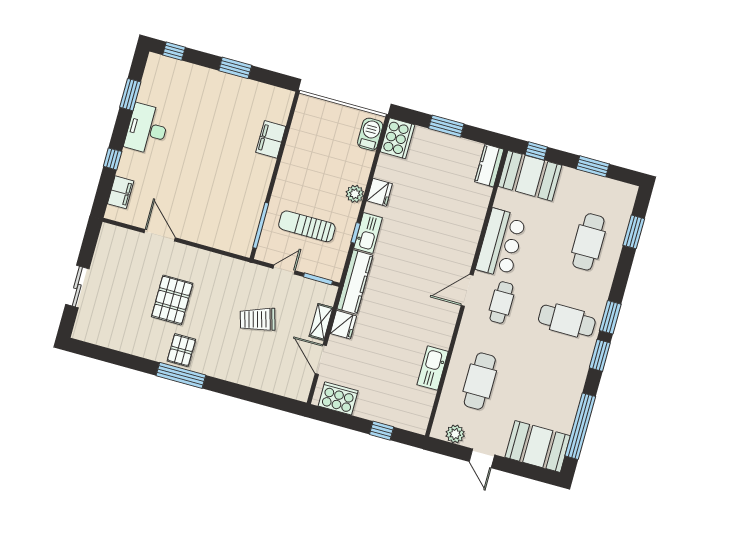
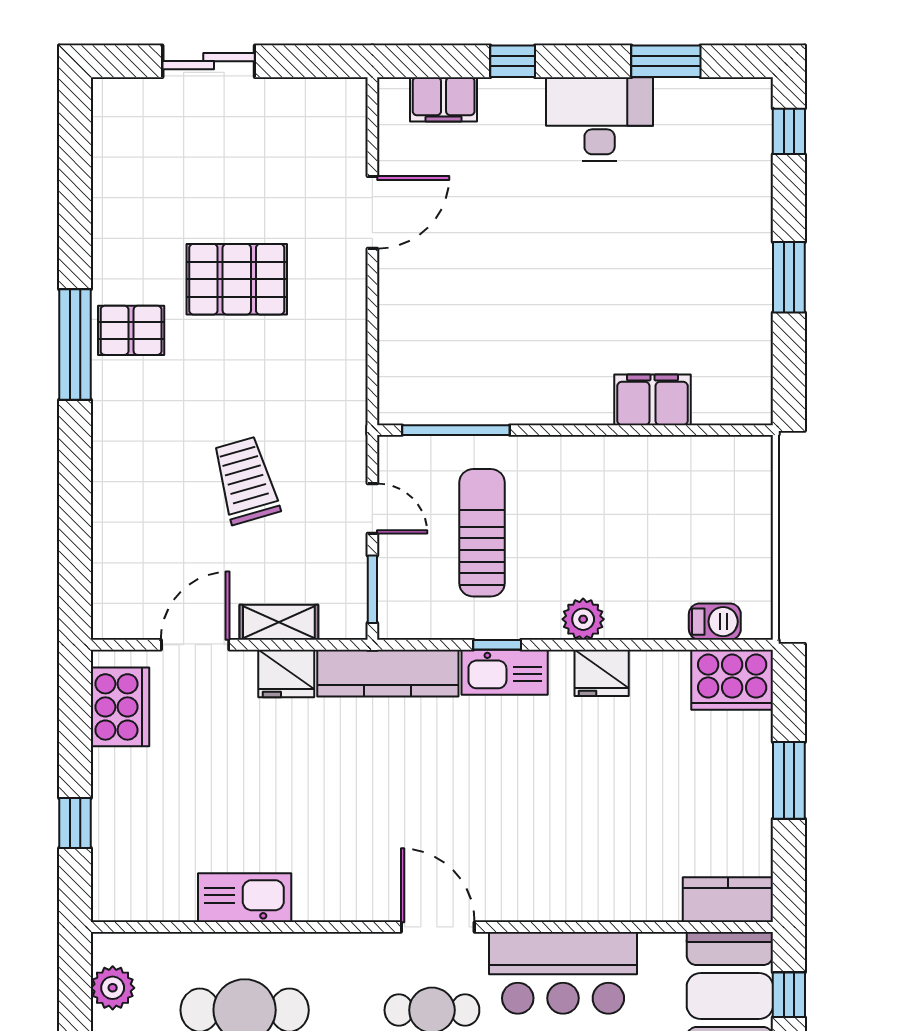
barbecue: (370, 134) -> (715, 622), width x0.73, depth x0.79

